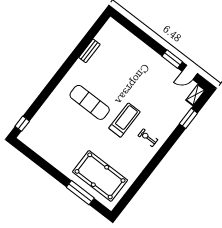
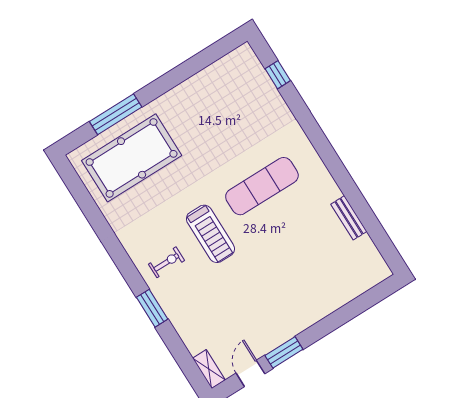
window: (188, 118) -> (152, 308), moved
window: (22, 124) -> (278, 75), moved

